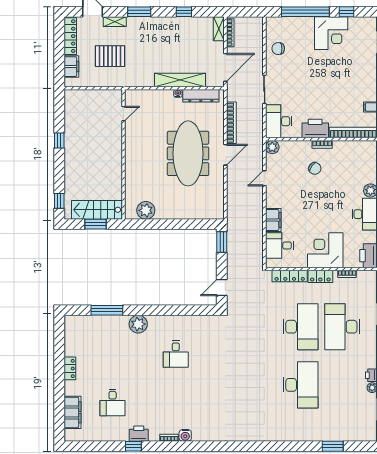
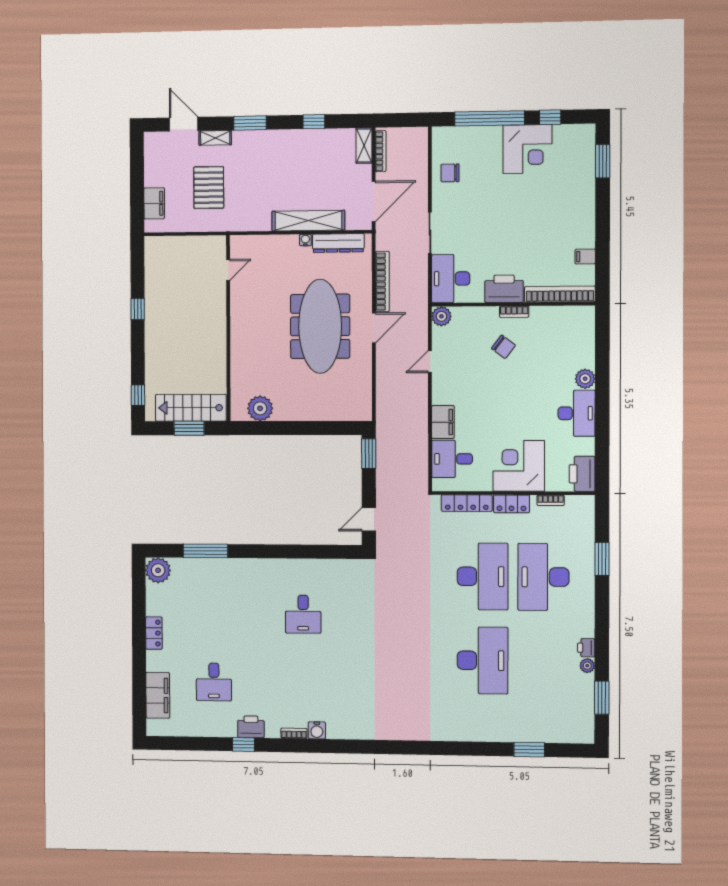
locker: (70, 36) -> (152, 160), removed
pallet: (110, 56) -> (209, 188), turned 90
plant: (138, 324) -> (158, 570), moved

